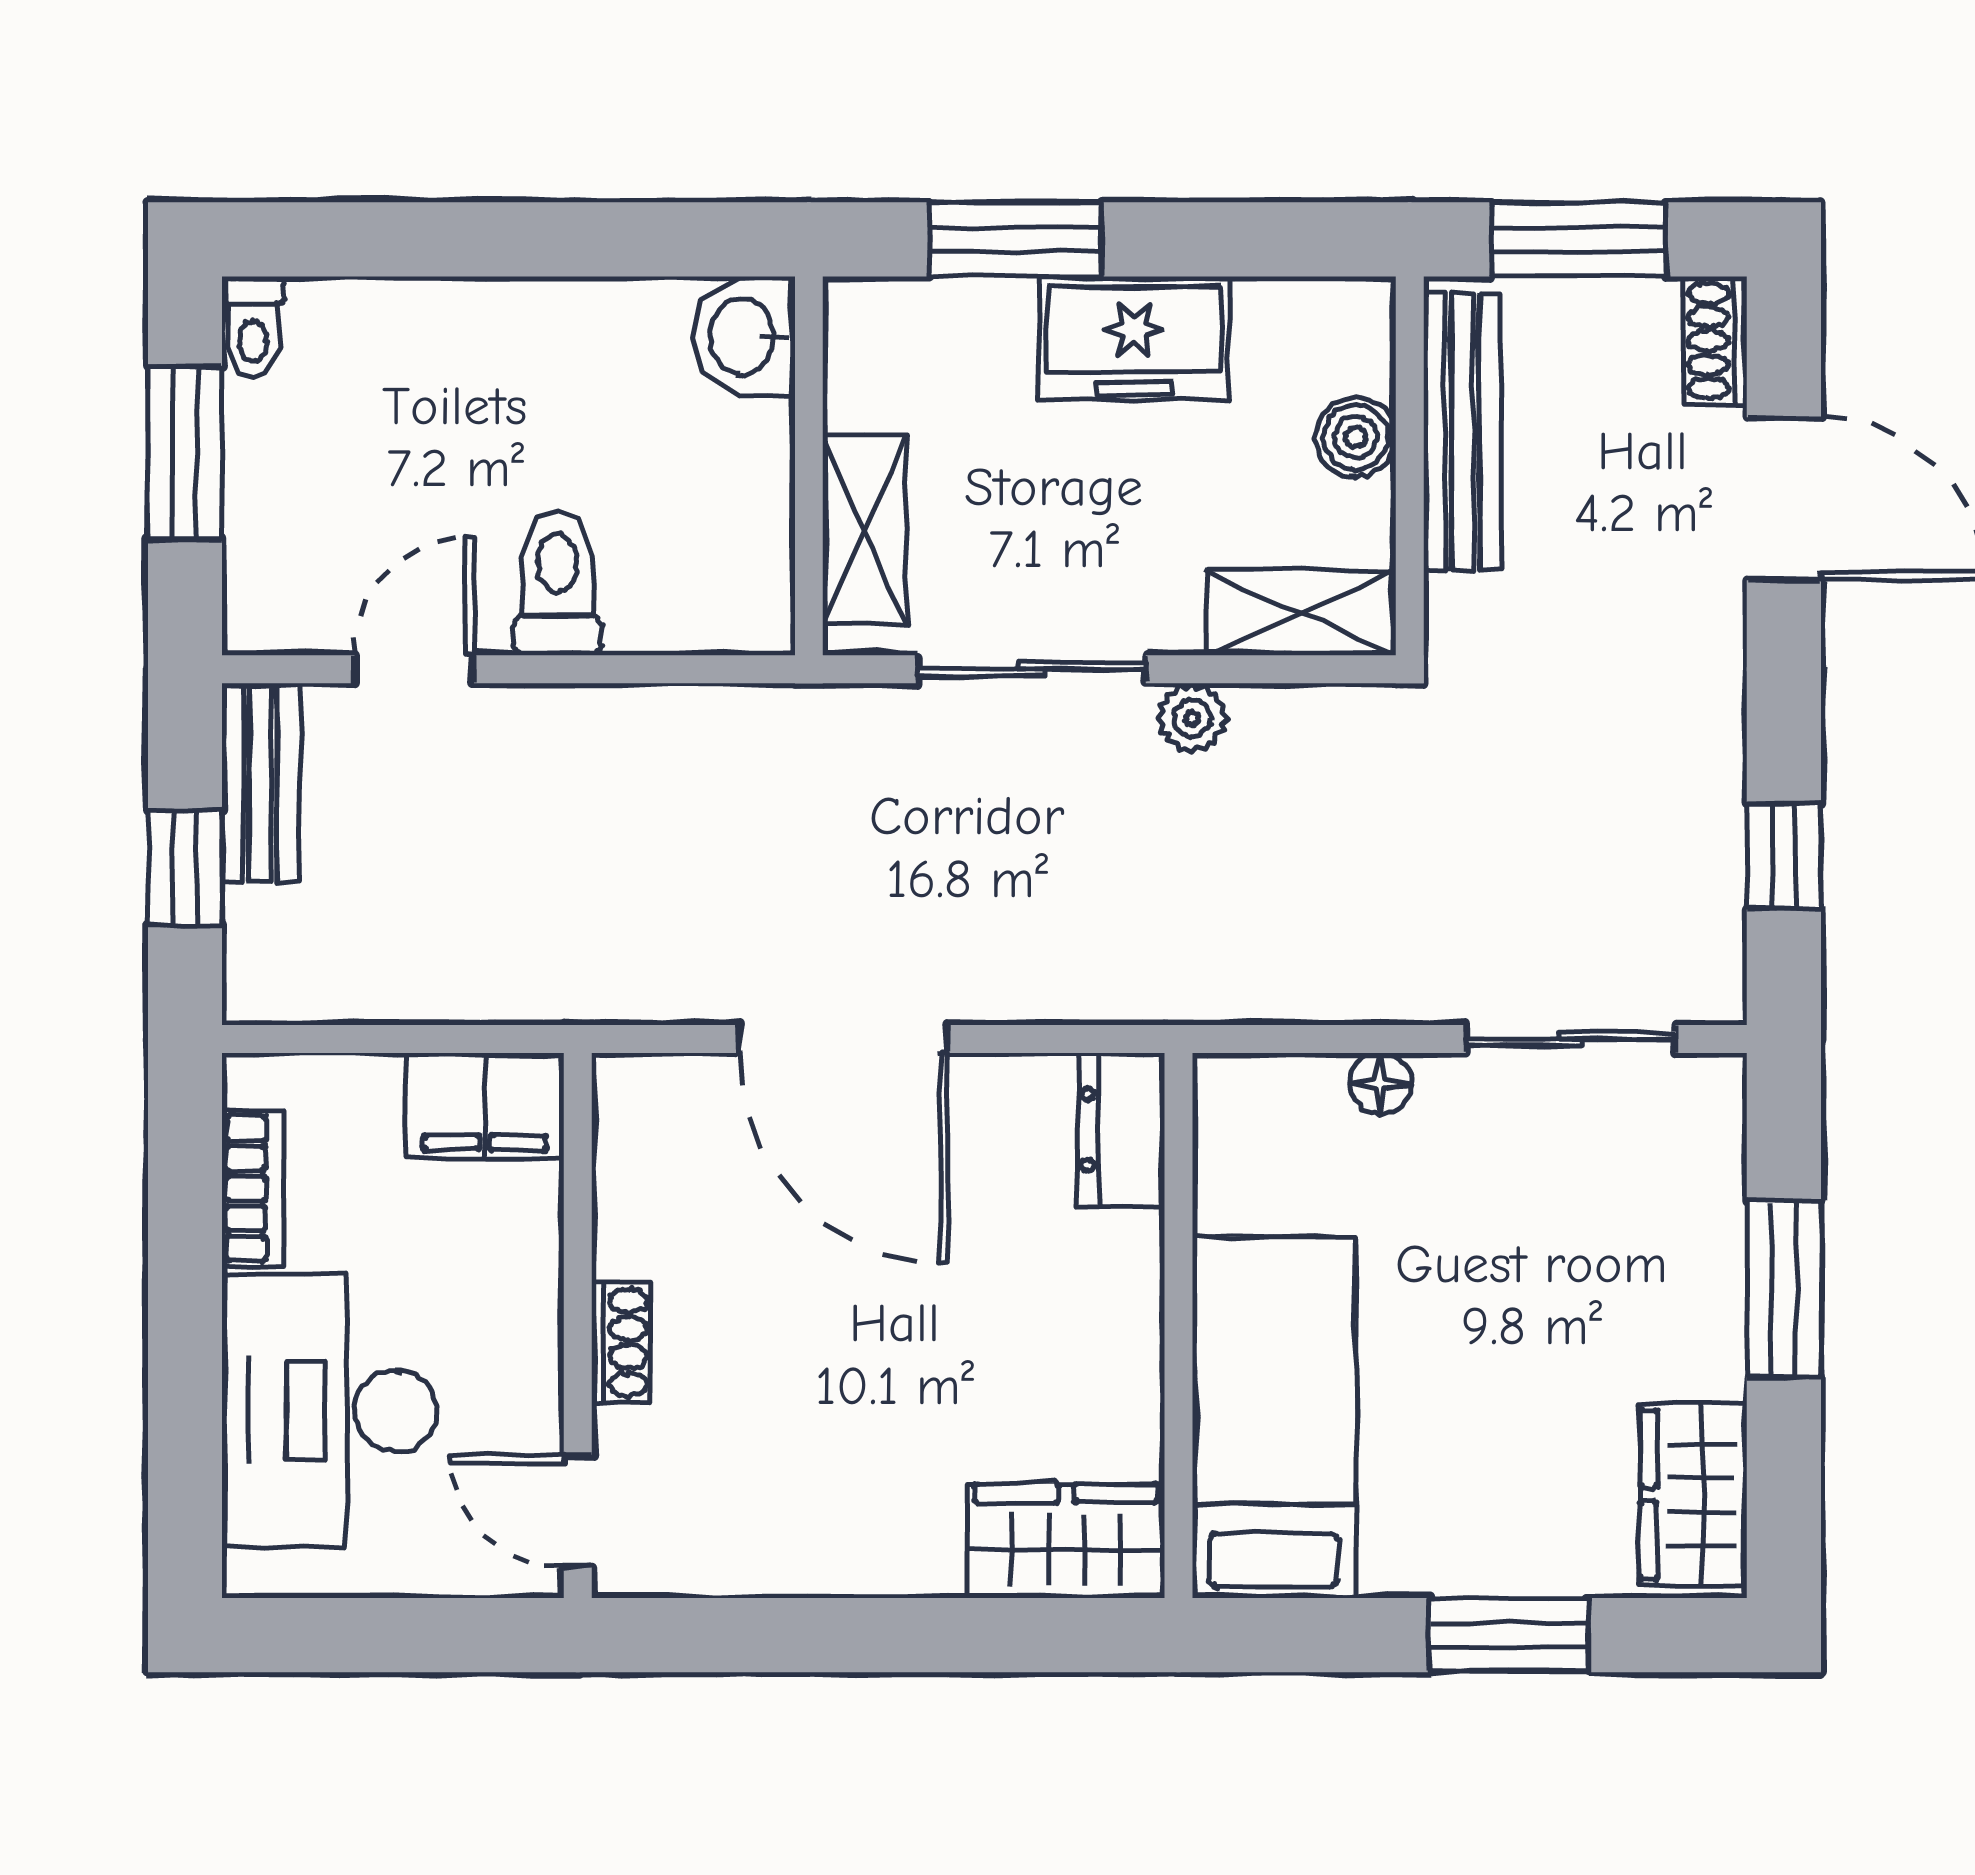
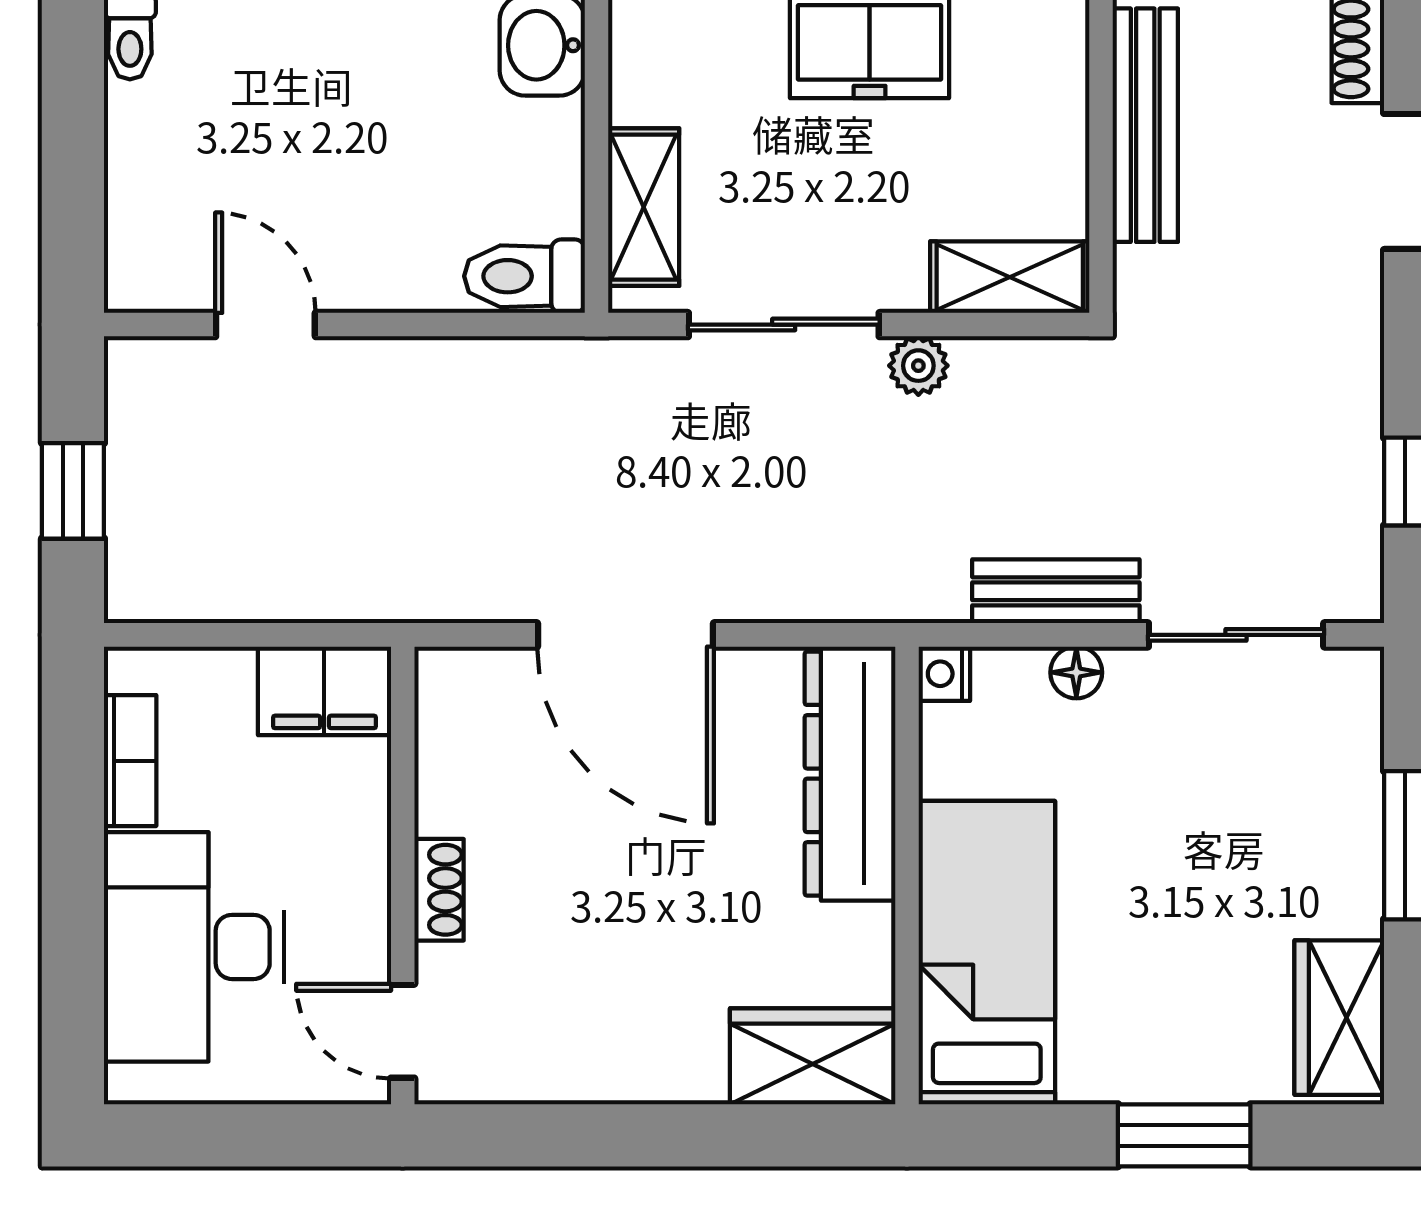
boiler: (1356, 437) -> (1056, 130), removed
window: (185, 453) -> (73, 143), removed
toilet: (558, 583) -> (525, 276), moved, turned -90
door: (414, 669) -> (265, 325), hinge flipped
bench: (260, 783) -> (1056, 591), moved, turned 90
nightstand: (1223, 1085) -> (944, 674), added
dresser: (1121, 1130) -> (850, 774), width x1.96, depth x1.24

